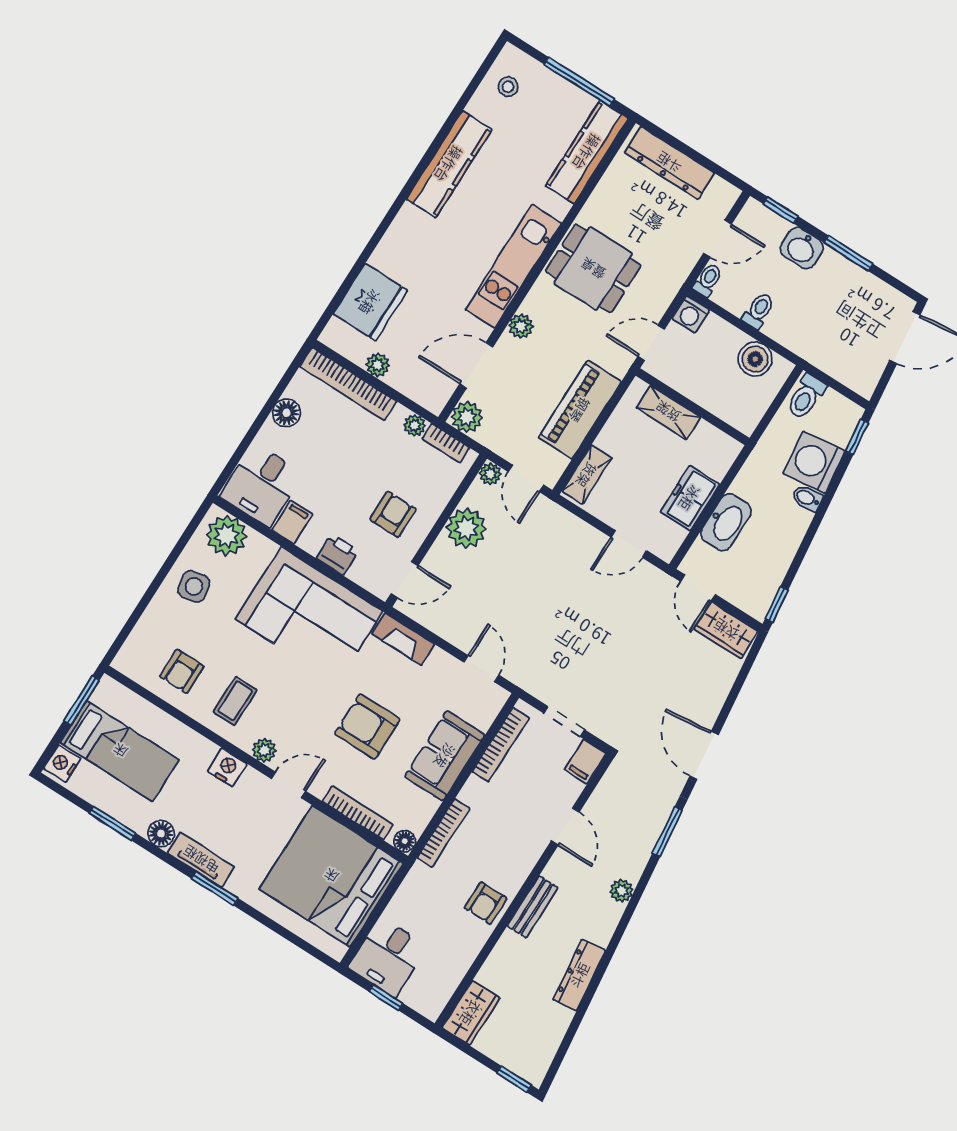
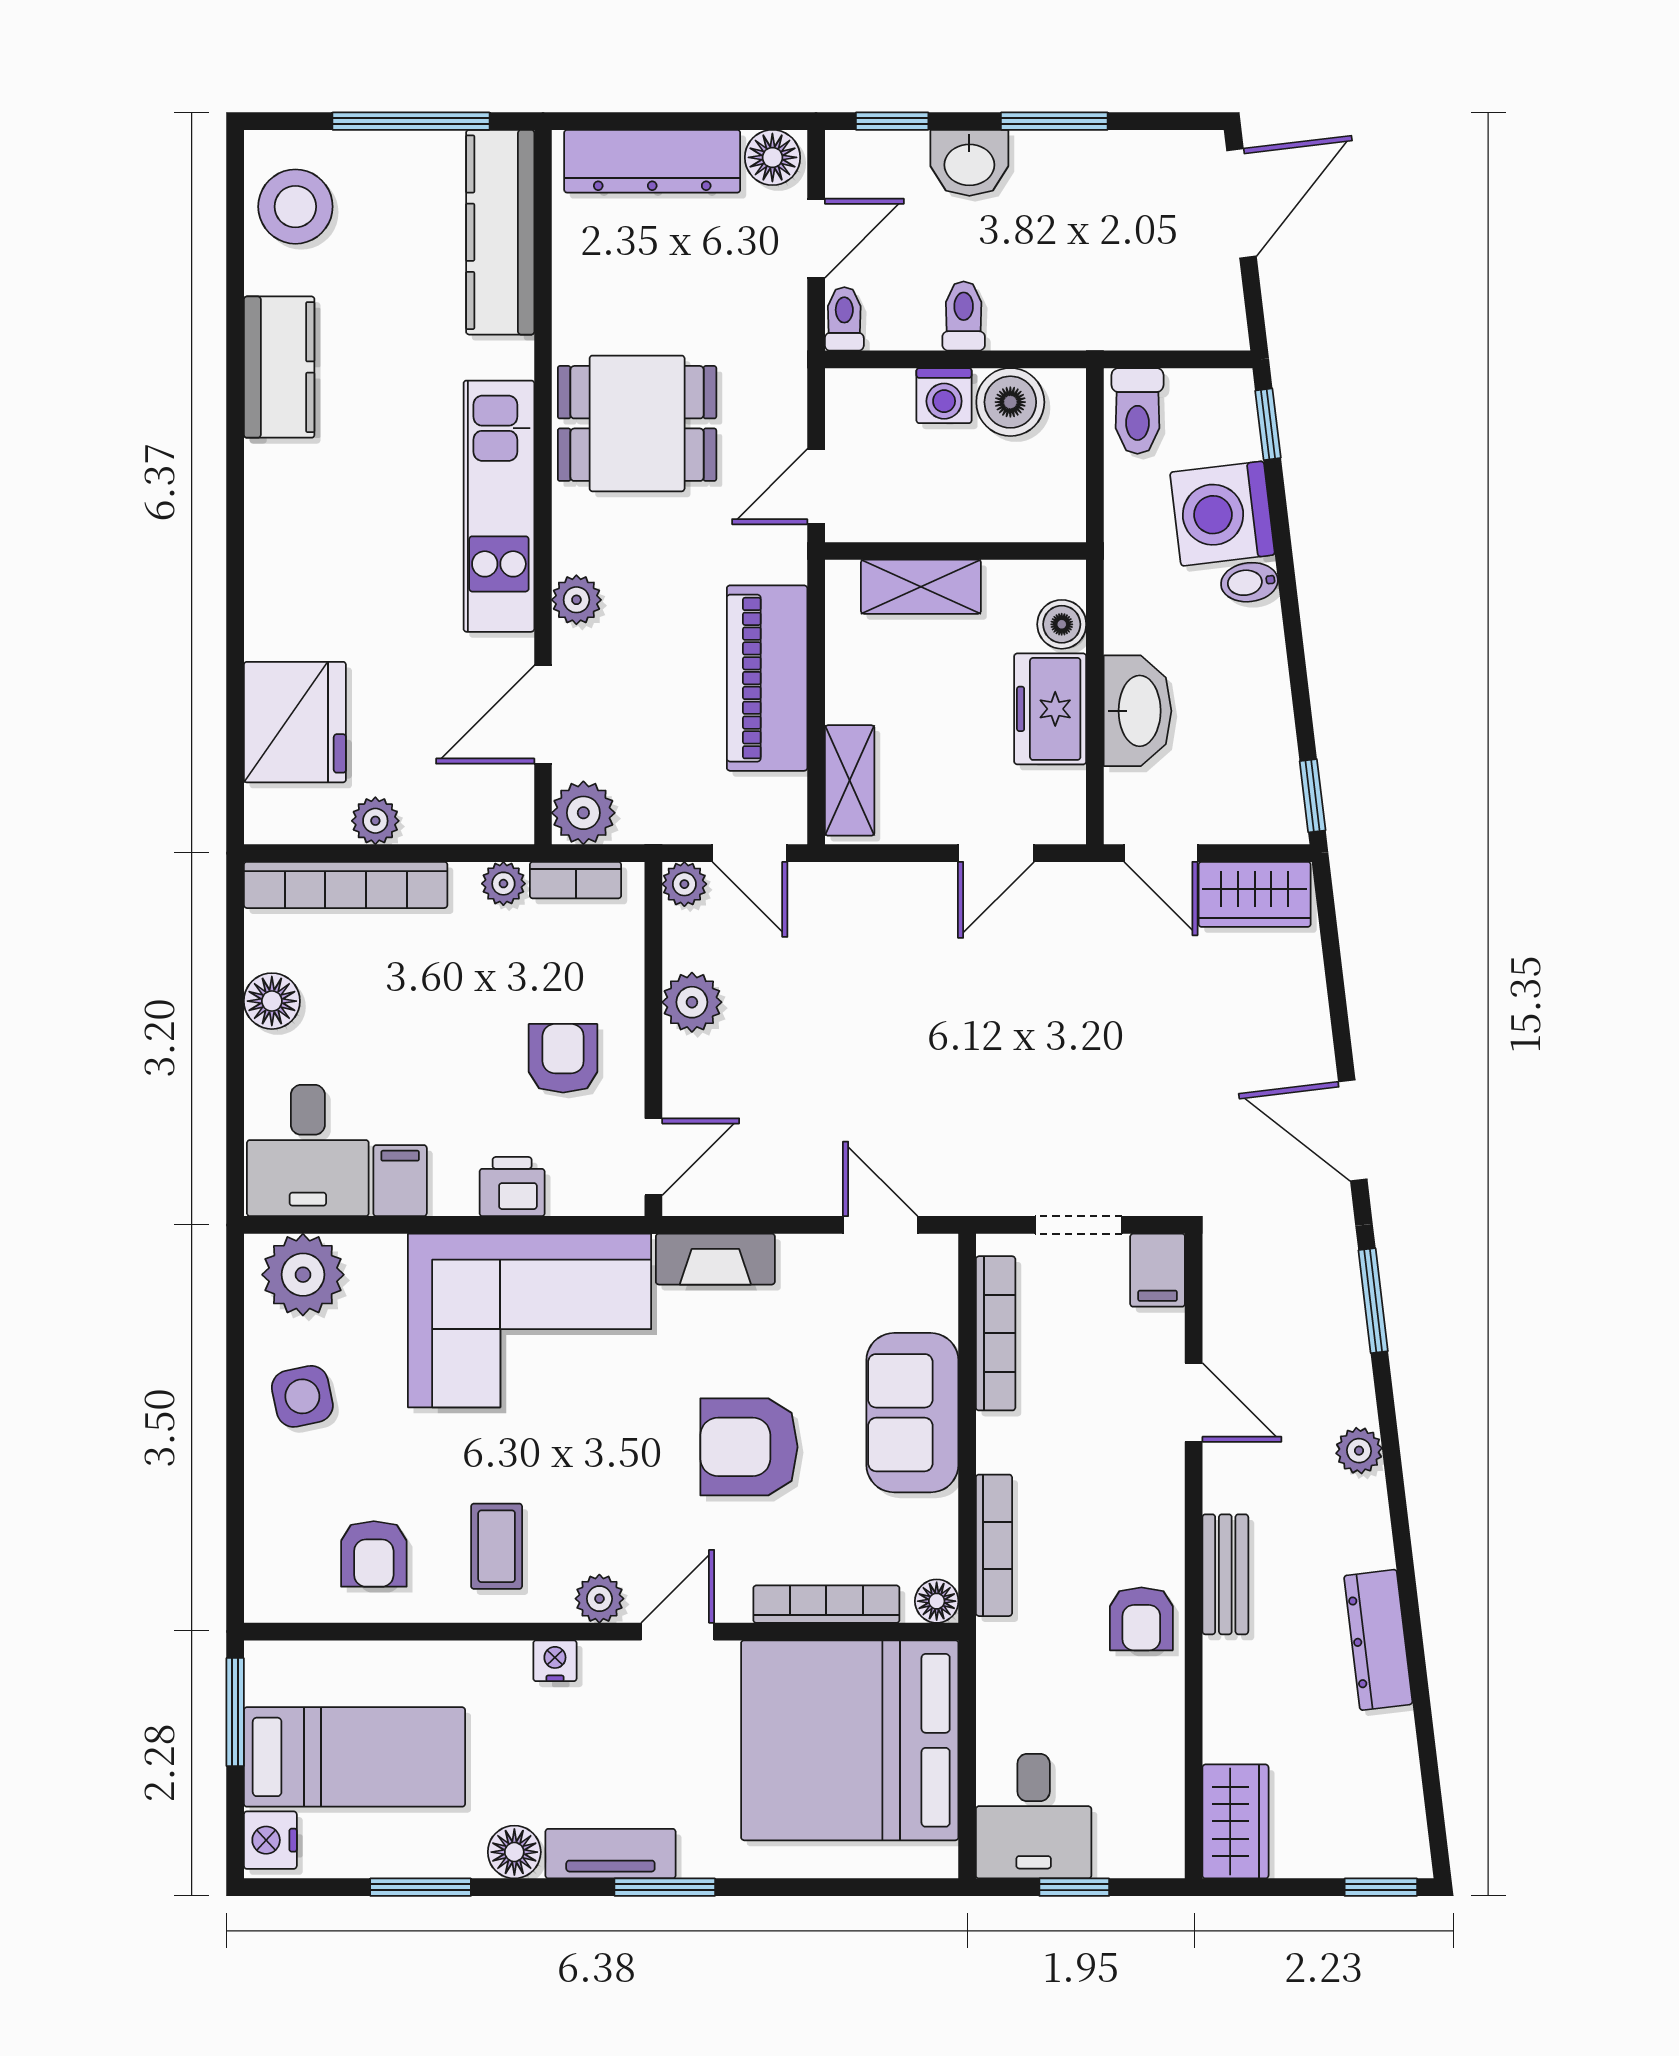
stool: (508, 87) -> (295, 207), width x1.89, depth x1.89
kitchen counter: (449, 164) -> (279, 367), width x0.67
floor lamp: (721, 193) -> (772, 157), added
washing machine: (691, 314) -> (944, 396), moved
boiler: (717, 466) -> (1062, 624), added
plant: (466, 528) -> (692, 1002), width x0.73, depth x0.73
nightstand: (227, 767) -> (555, 1661), width x0.72, depth x0.74

